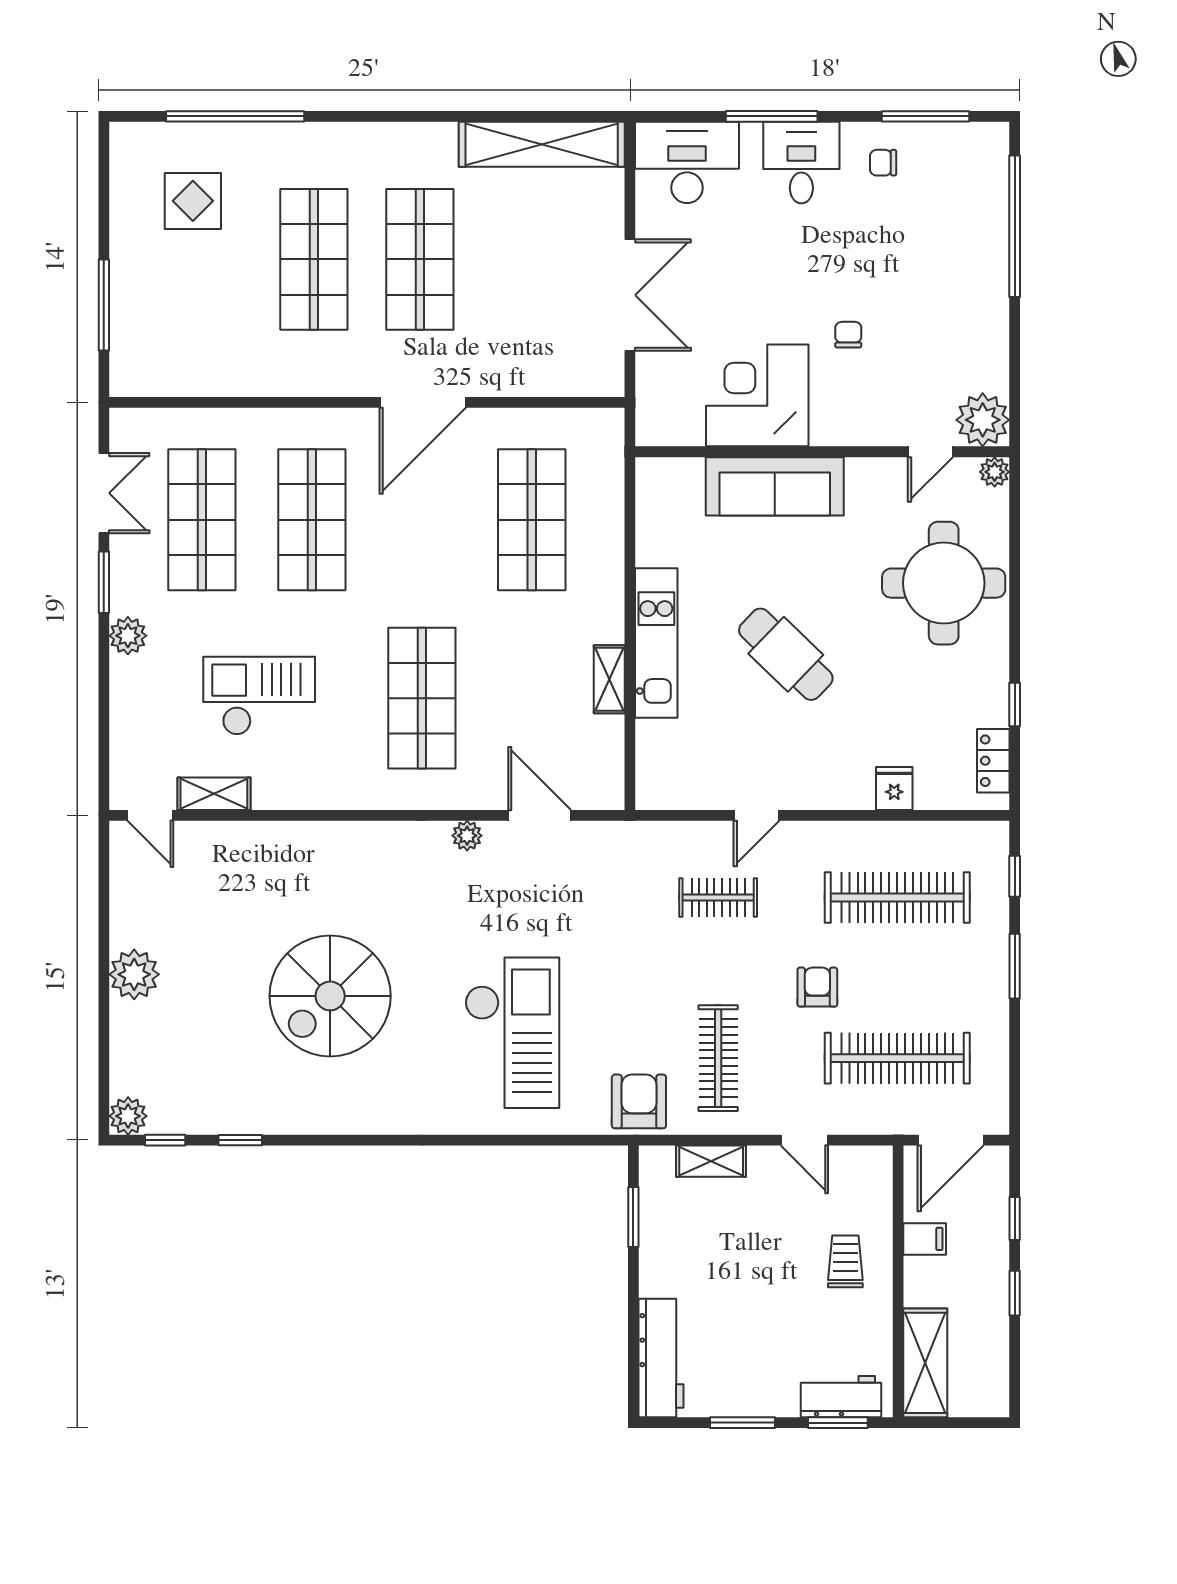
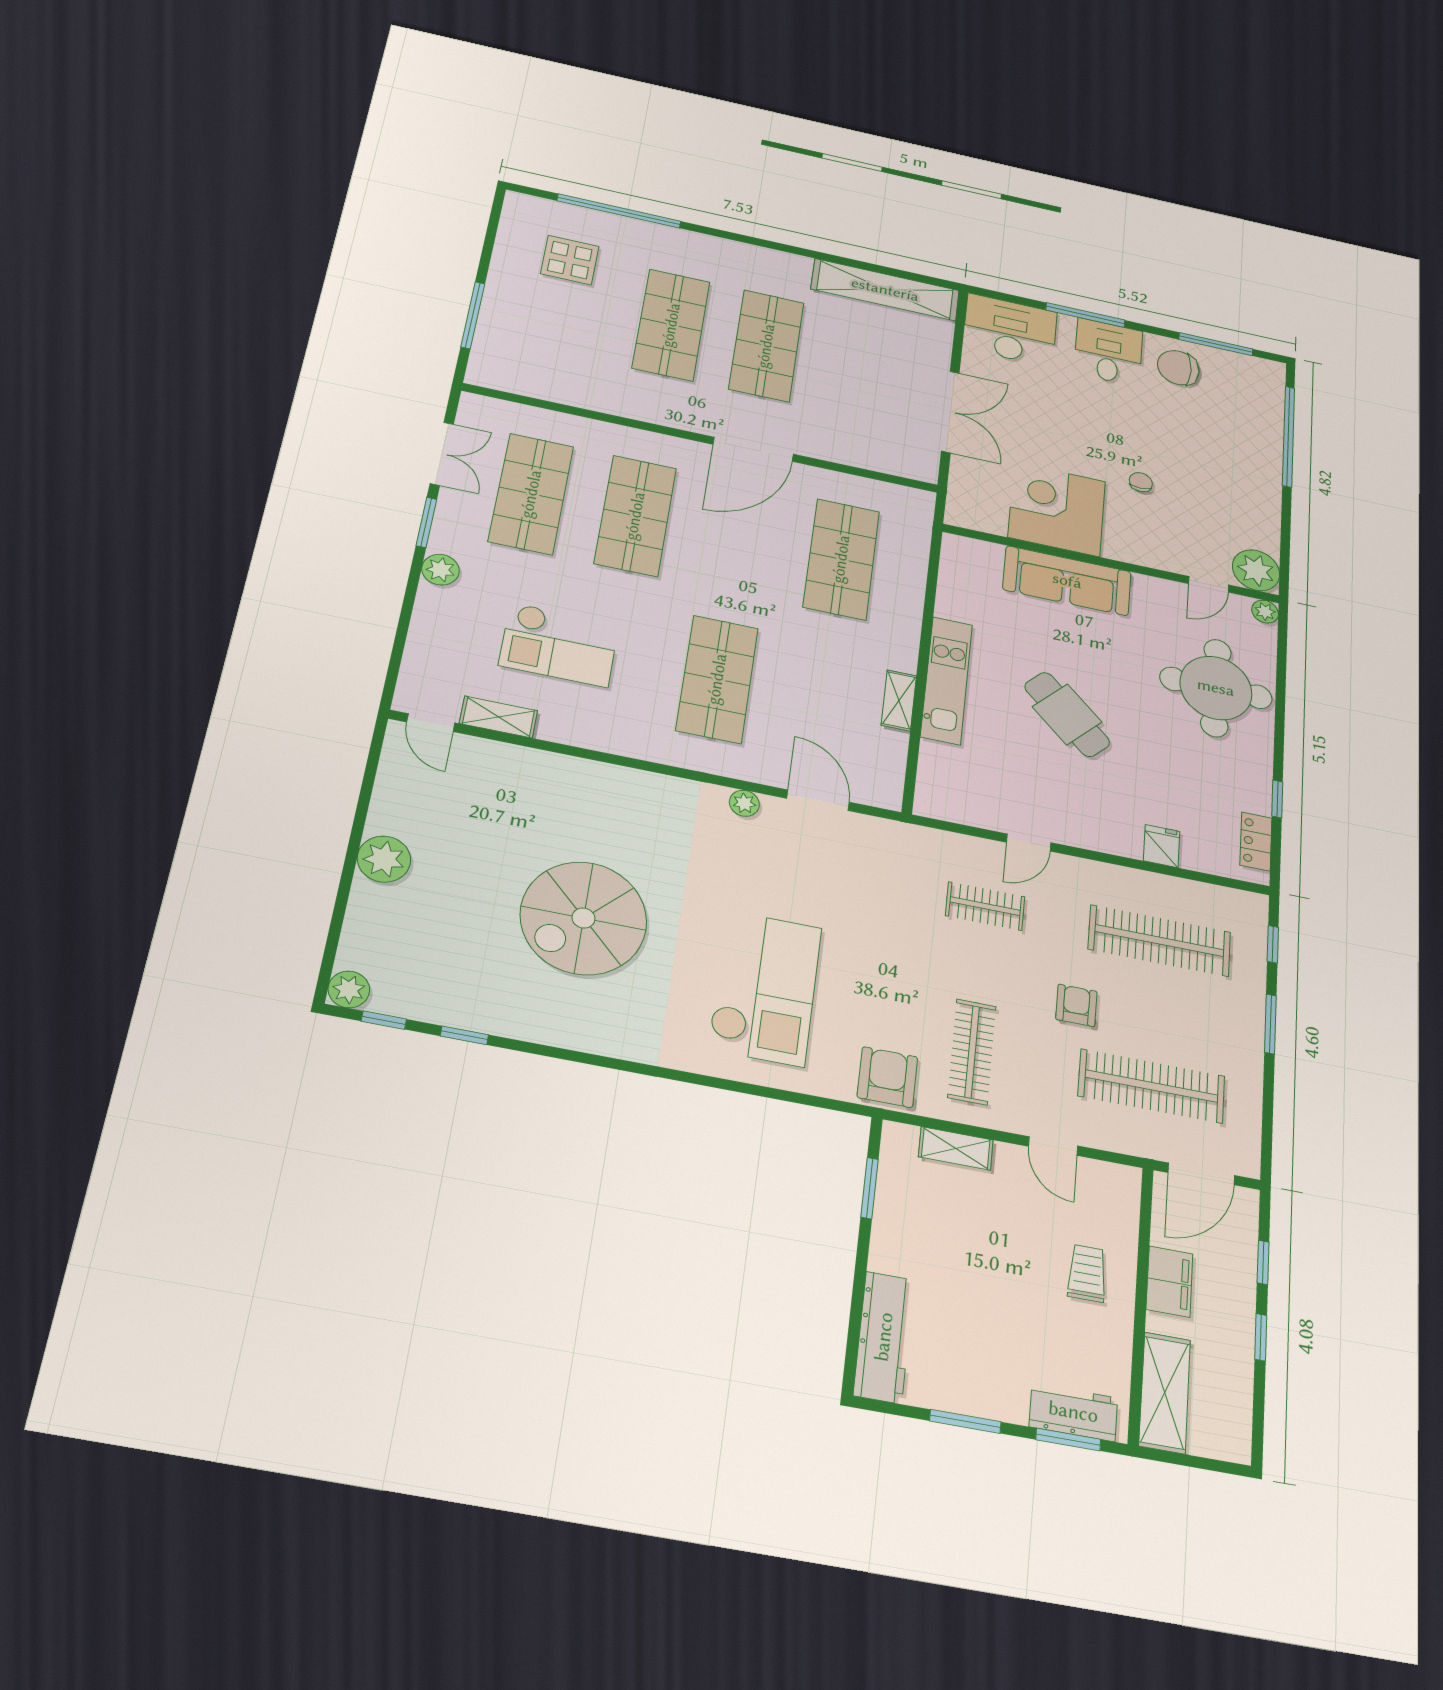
chair: (883, 163) -> (1178, 368), width x1.87, depth x1.87
checkout: (259, 696) -> (559, 645), turned 180
filing cabinet: (925, 1239) -> (1169, 1282), width x2.00

